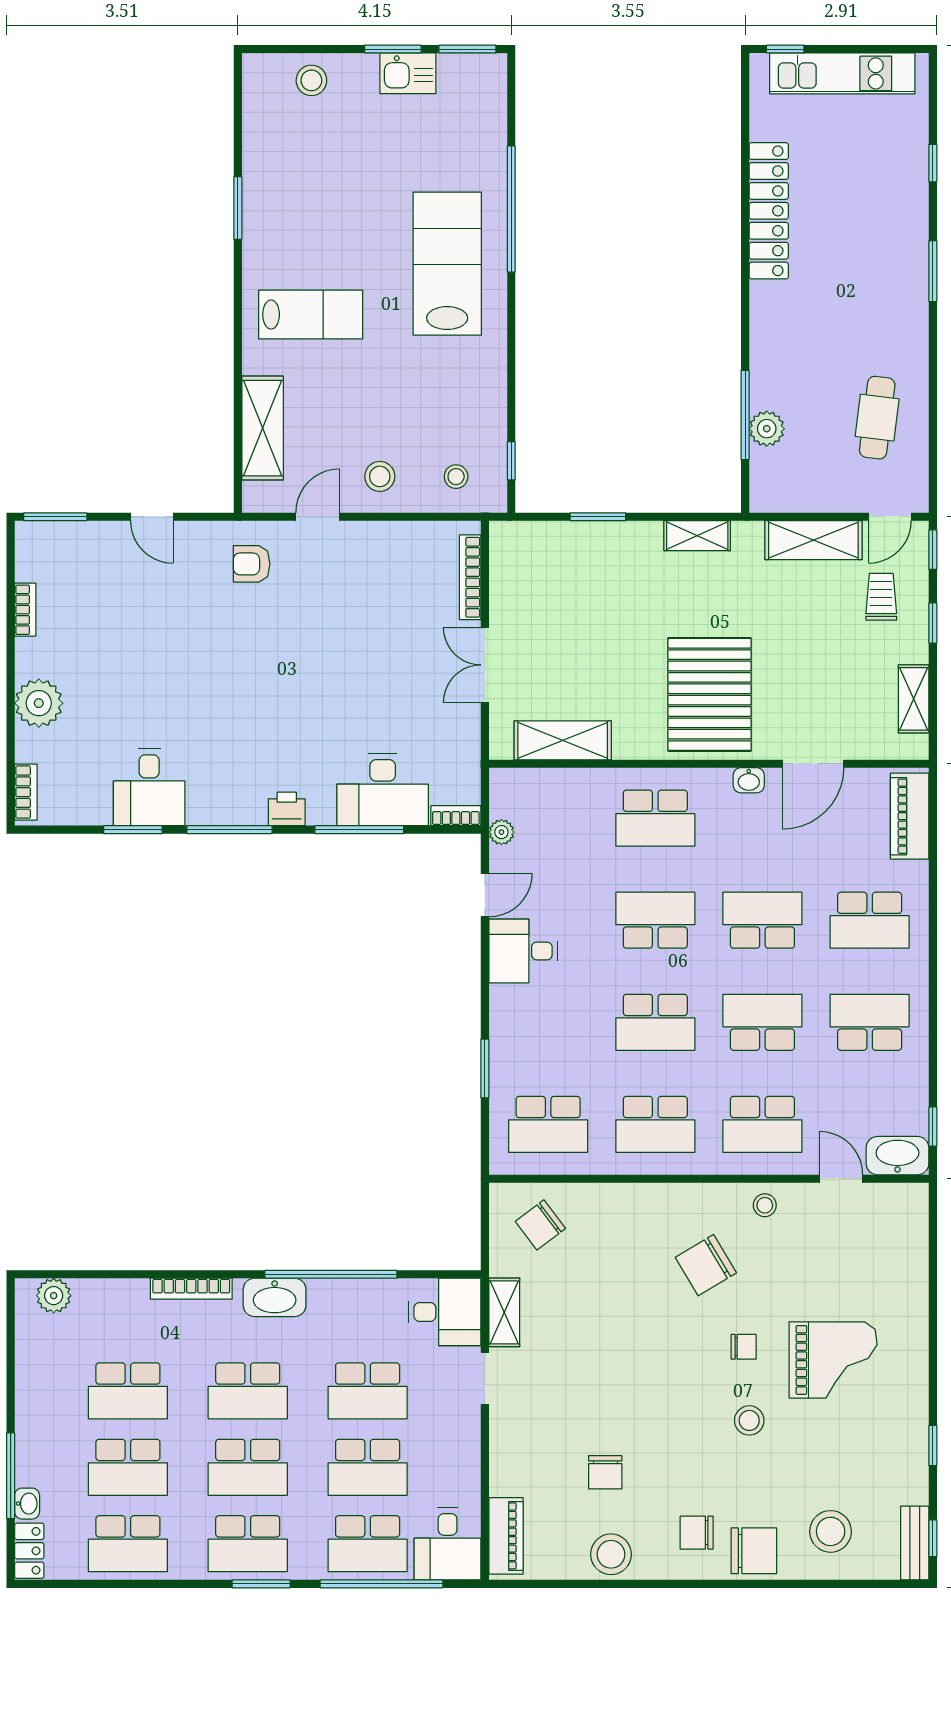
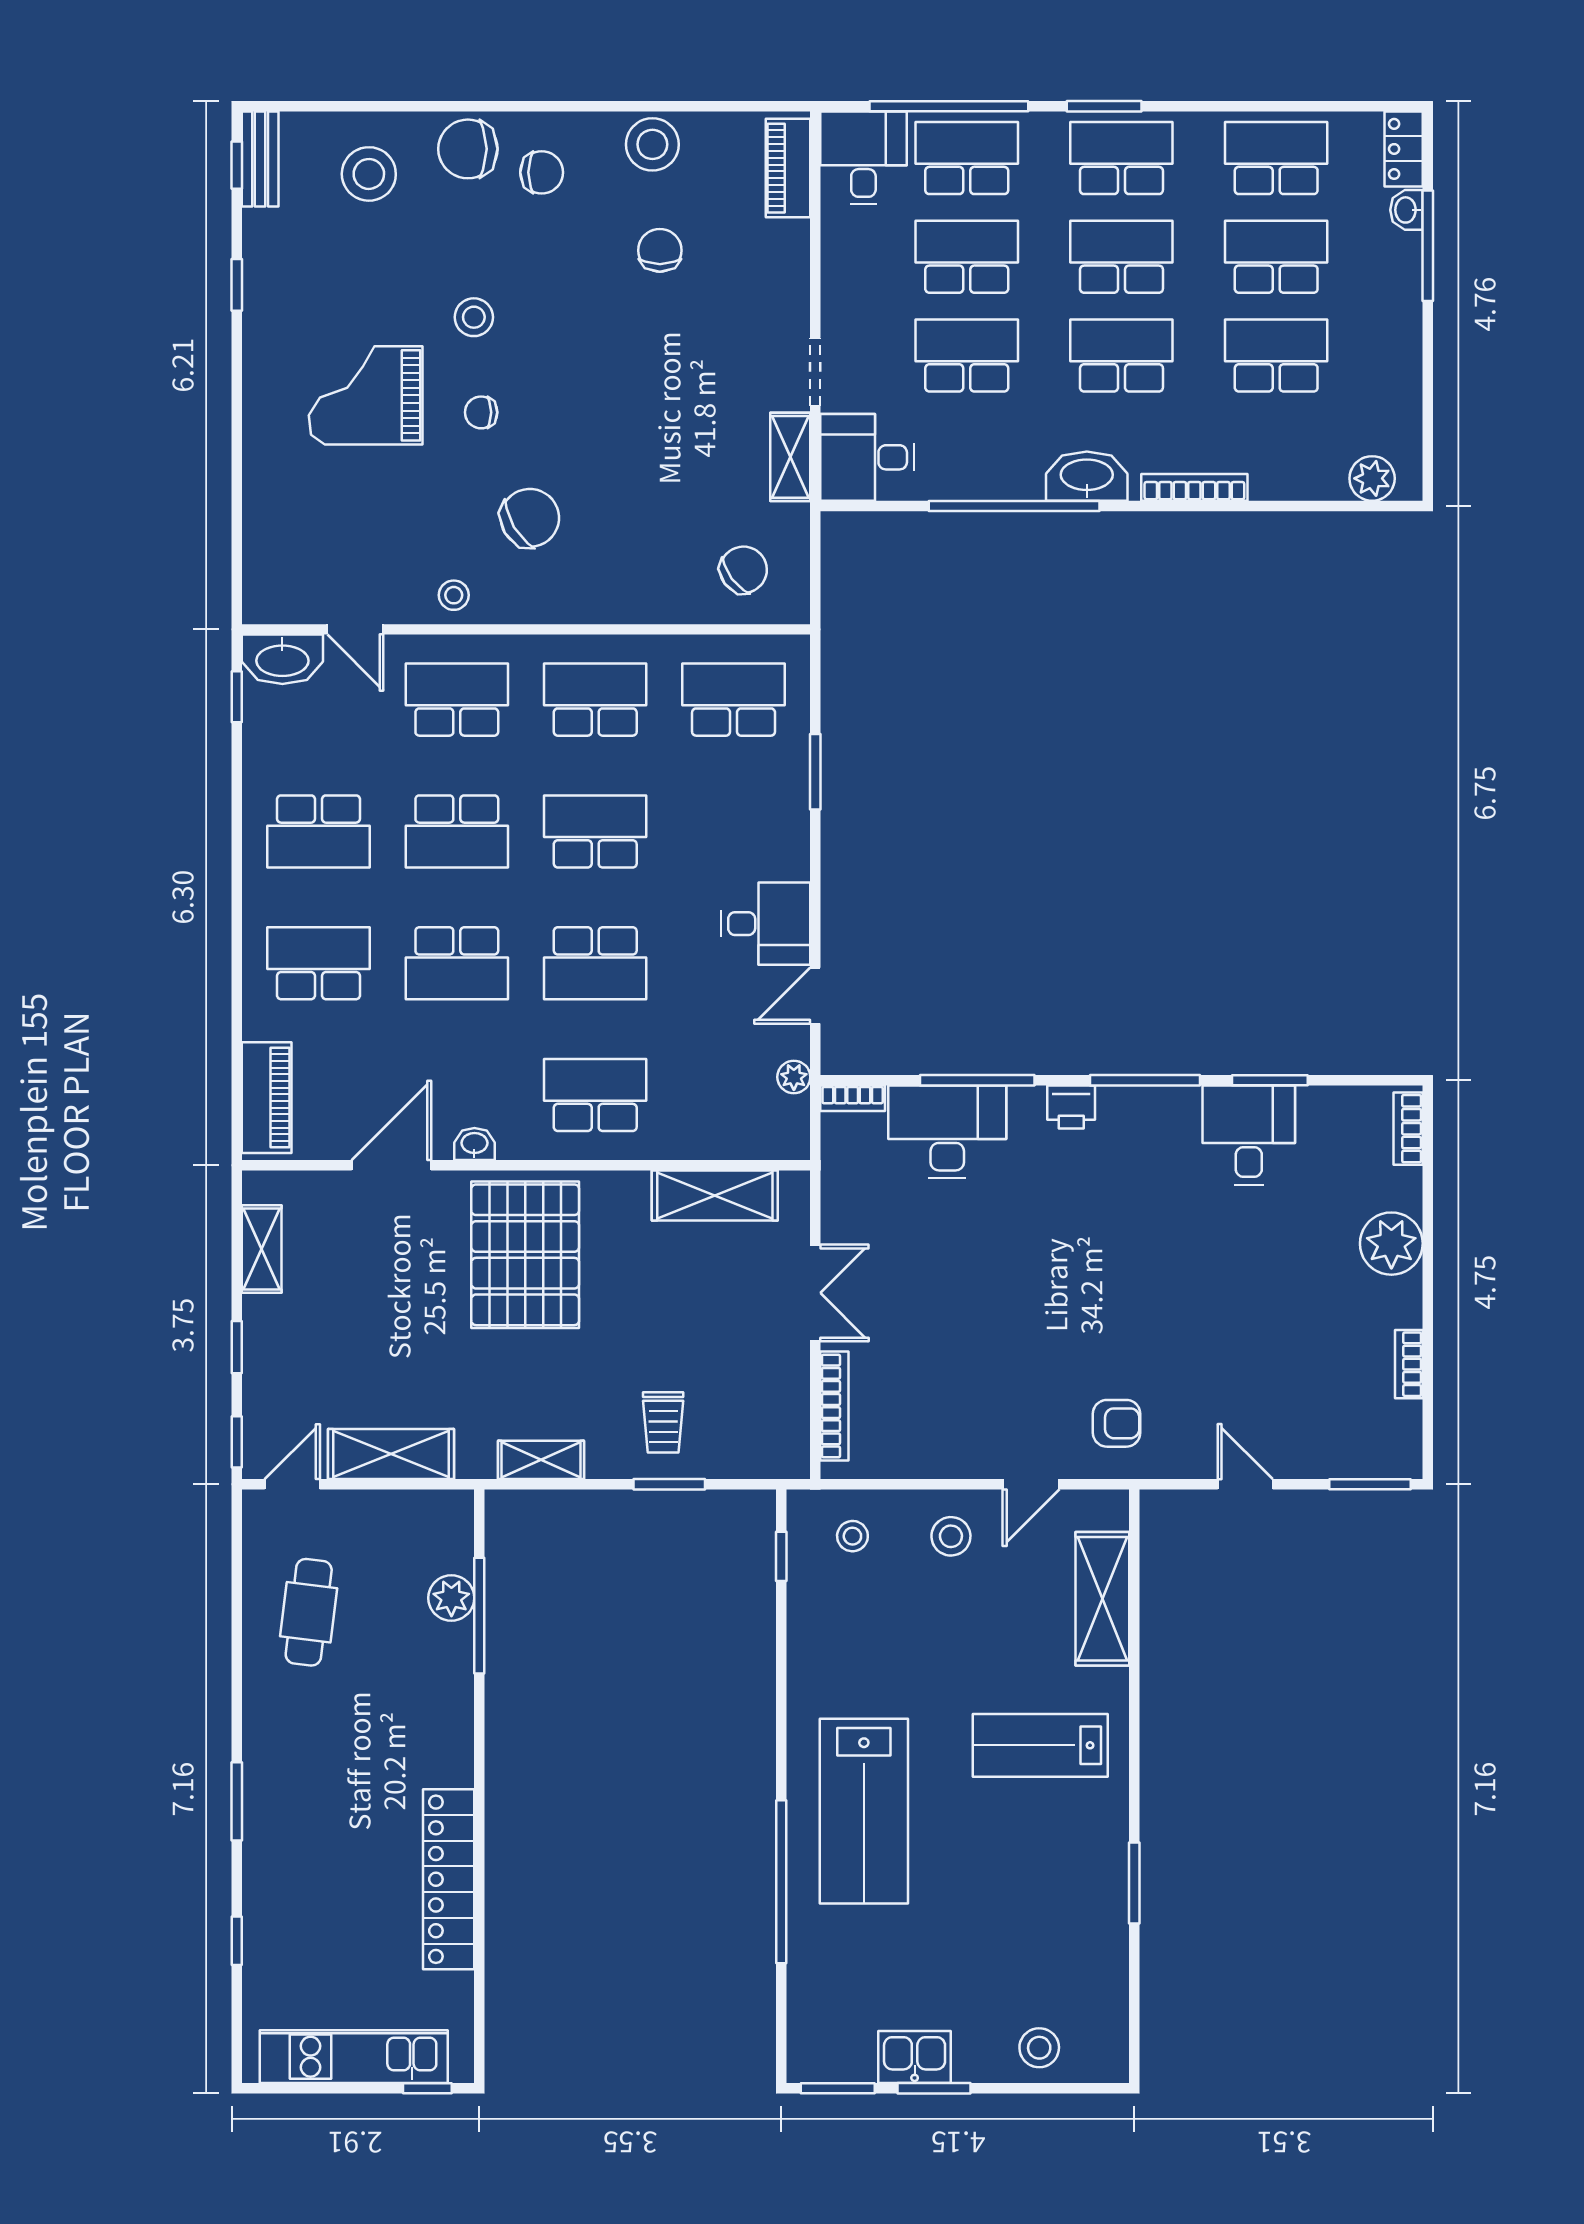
trolley: (881, 597) -> (663, 1422), moved

